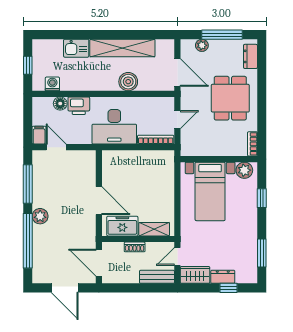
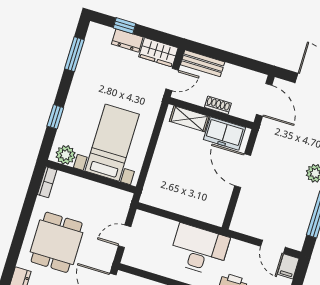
bookcase: (156, 140) -> (156, 221), removed

